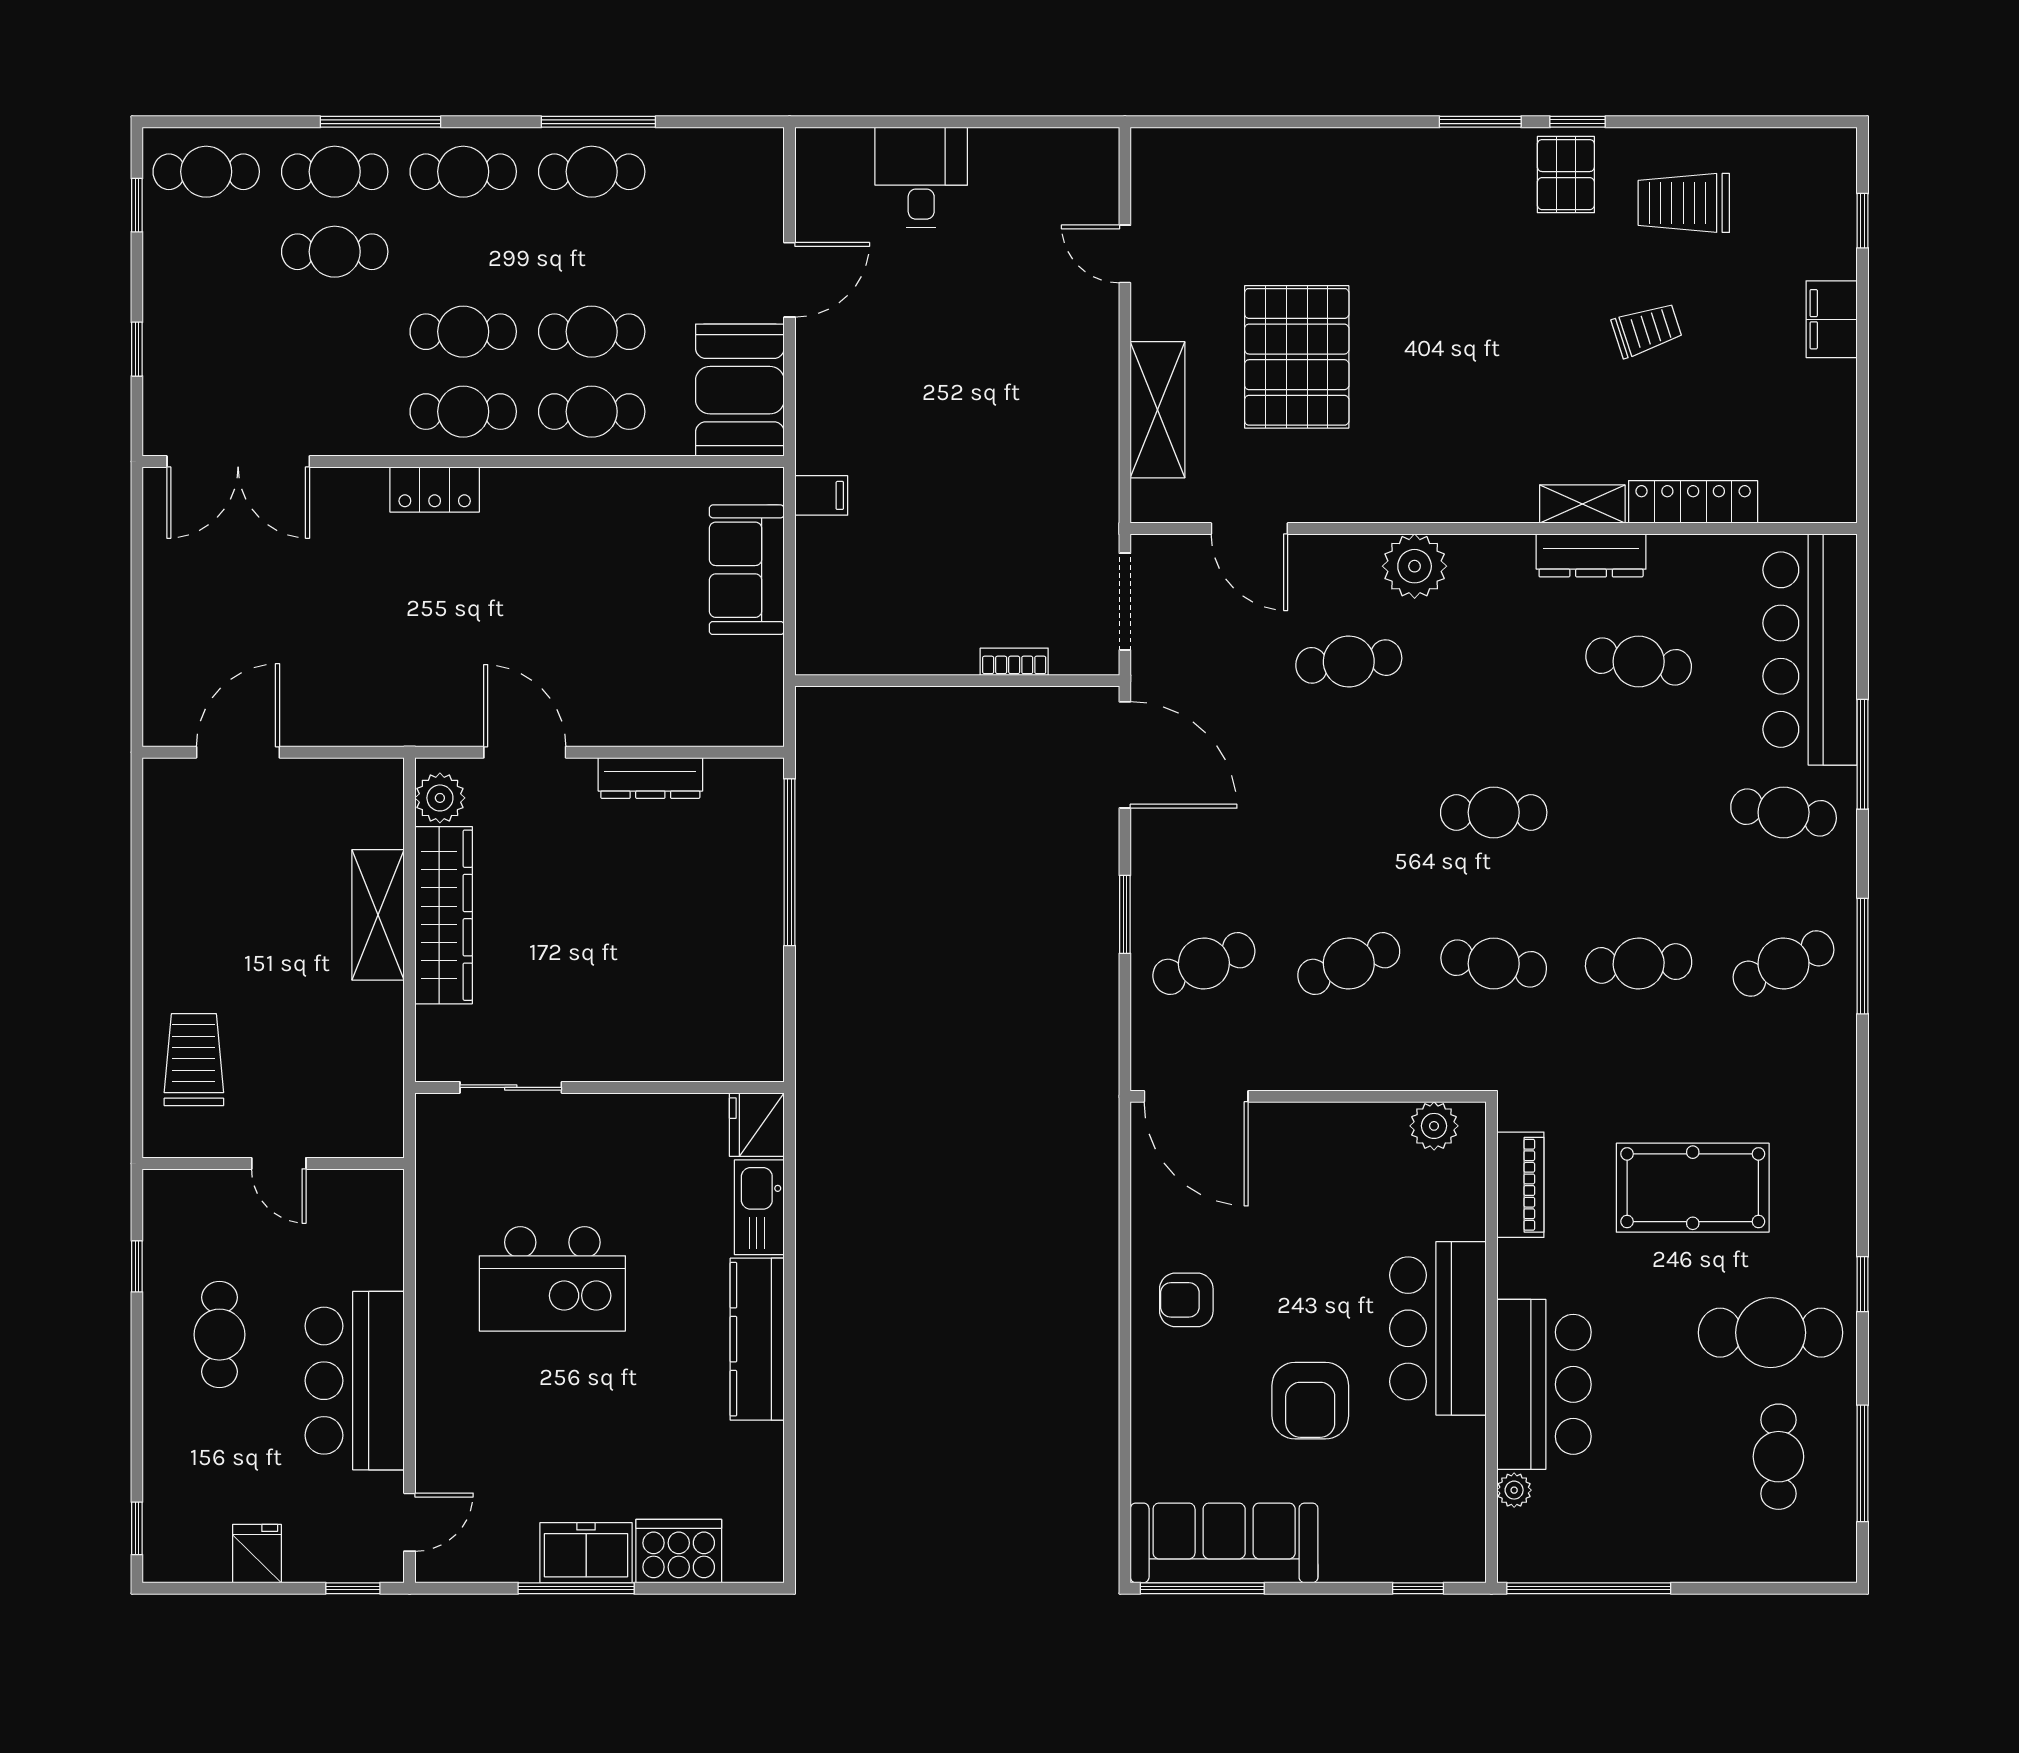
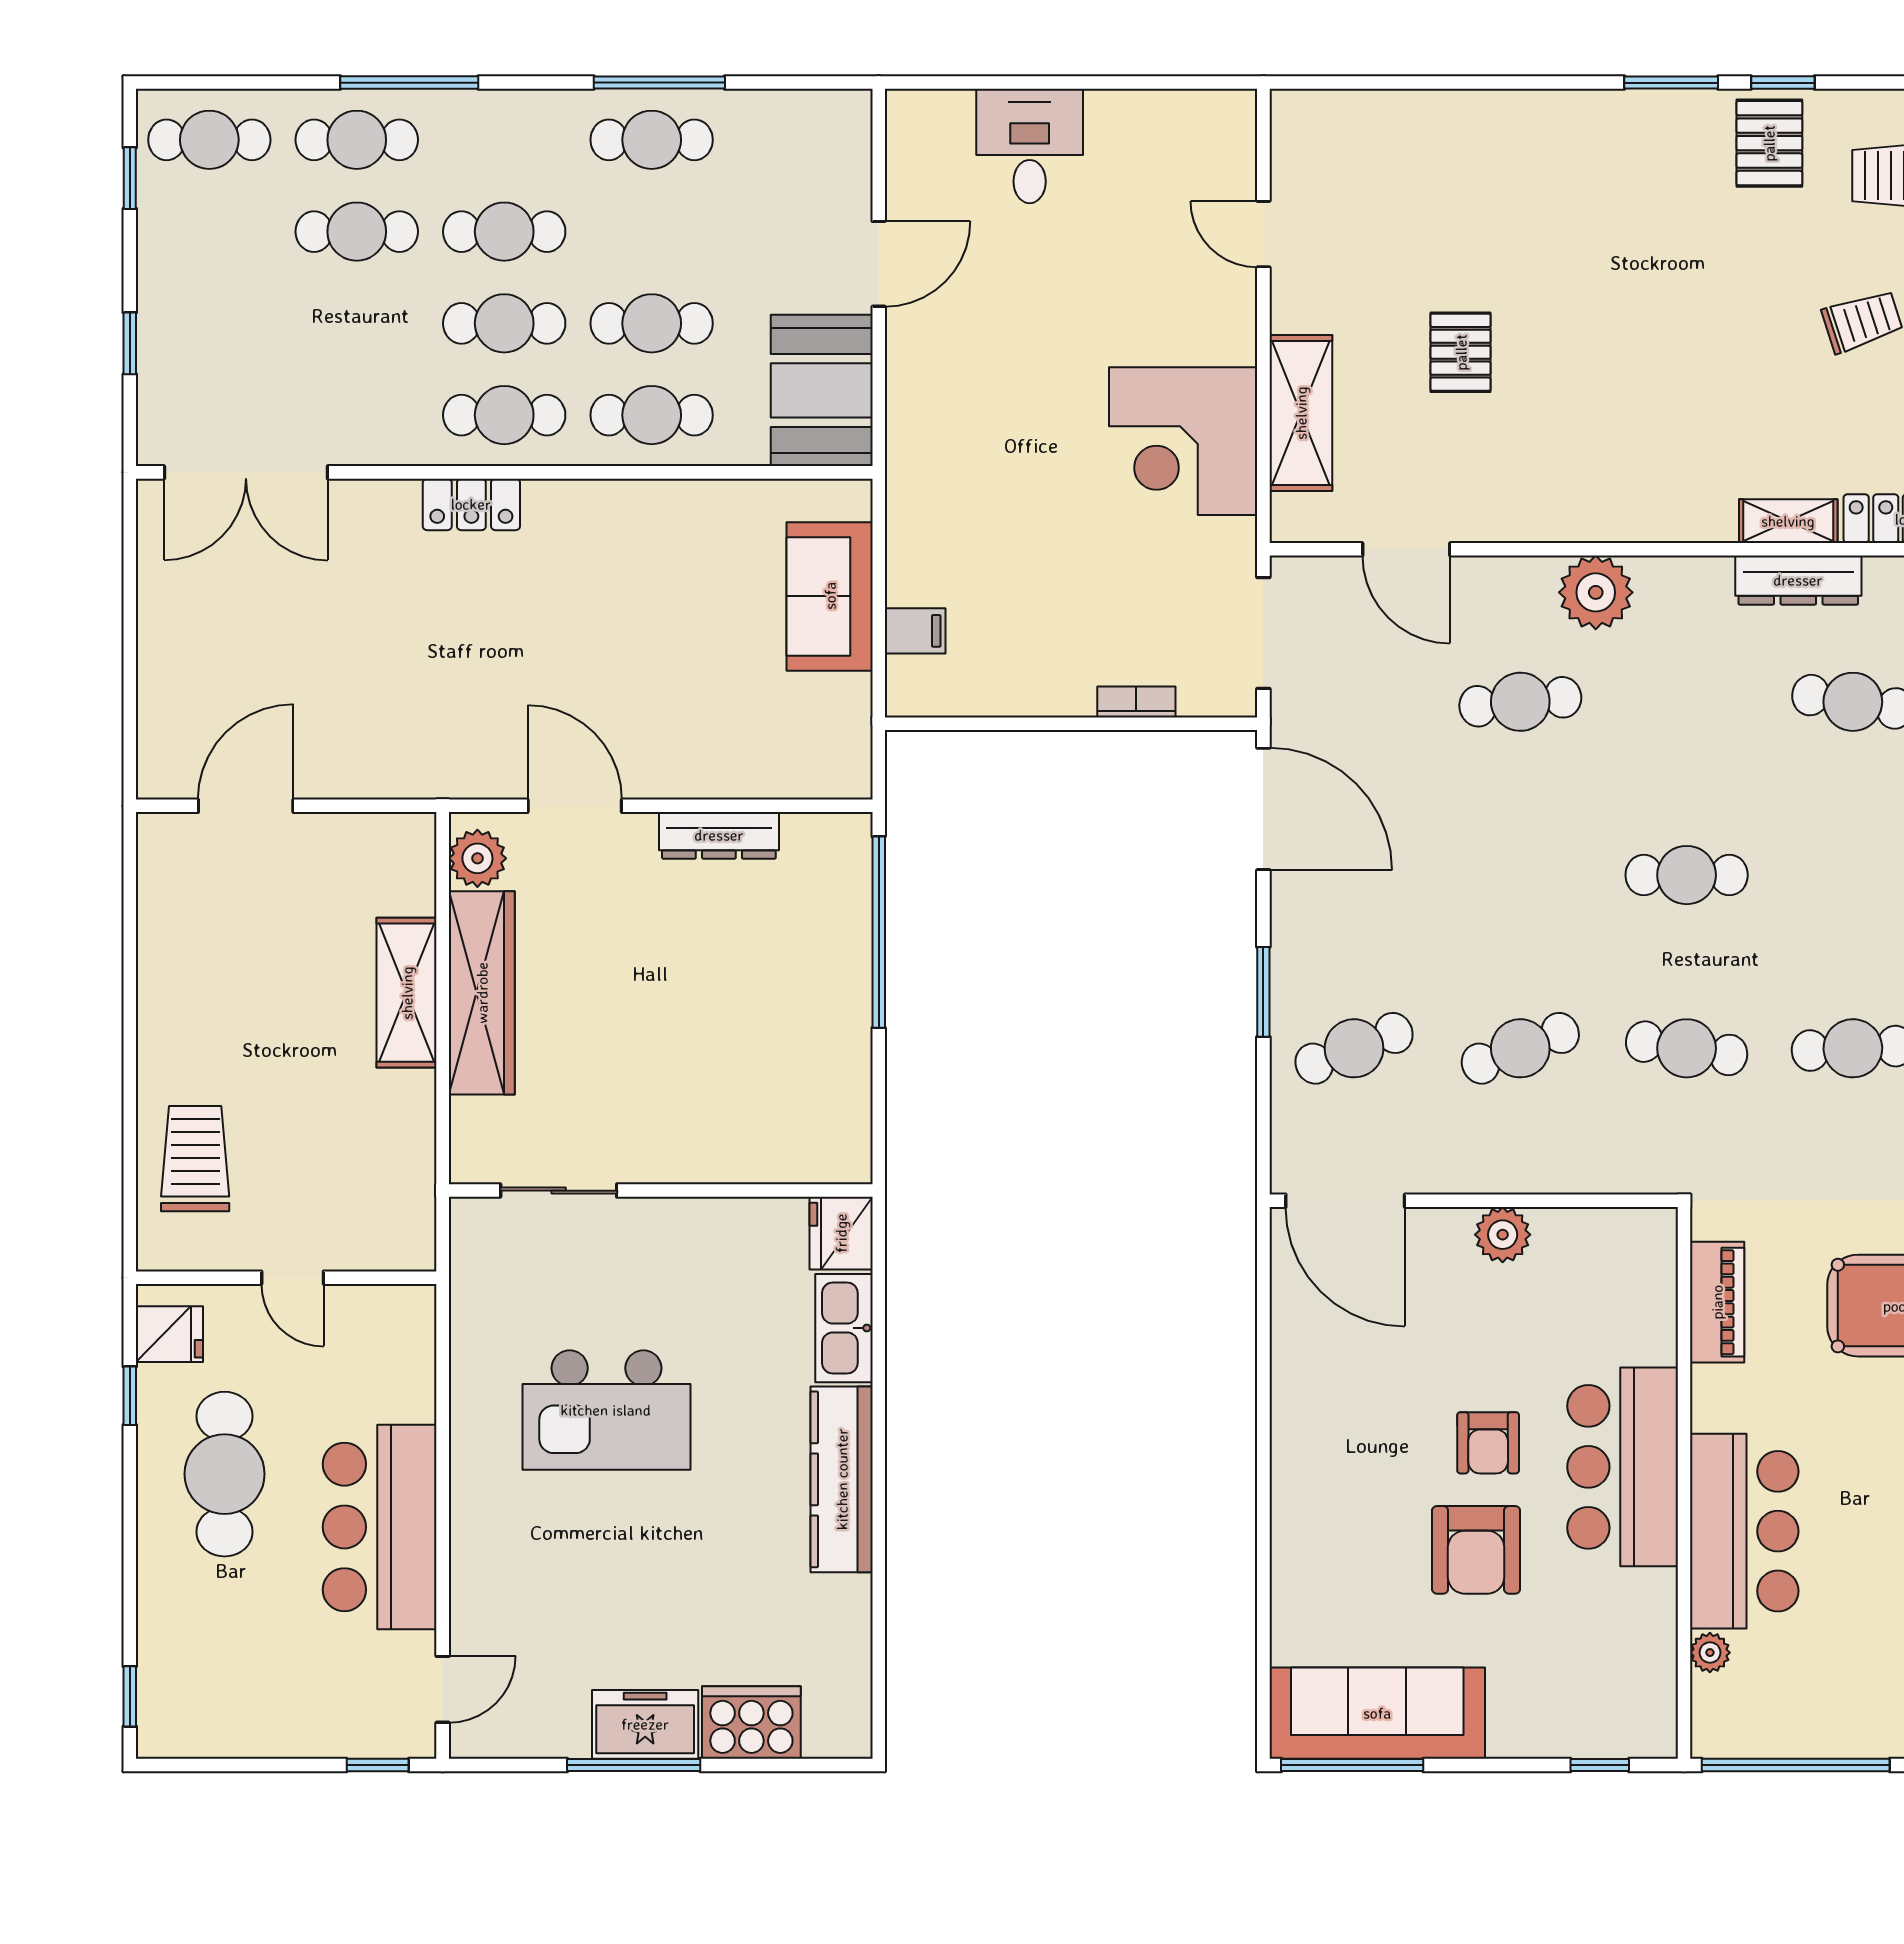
cafe table: (463, 172) -> (504, 232), moved
pallet: (1297, 357) -> (1461, 352), width x0.49, depth x0.50
corner desk: (1055, 434) -> (1183, 441), added
filing cabinet: (821, 495) -> (915, 631), moved
plant: (1434, 1126) -> (1503, 1235), moved
armchair: (1186, 1300) -> (1488, 1443), moved, turned -90
cafe table: (219, 1335) -> (225, 1474), width x1.37, depth x1.35
fridge: (257, 1554) -> (169, 1334), moved, turned 90

